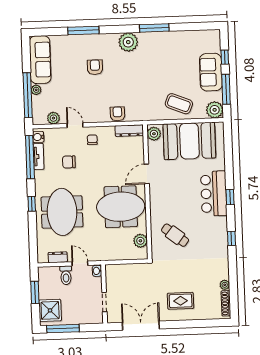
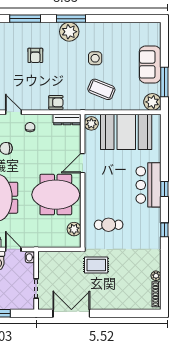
window: (154, 28) -> (71, 19), moved
window: (225, 57) -> (164, 50), removed
armchair: (95, 67) -> (35, 55), turned 180
side table: (155, 68) -> (95, 58), added
coffee table: (179, 104) -> (101, 89), moved
armchair: (117, 114) -> (56, 102), turned 90
cafe table: (175, 235) -> (109, 225), turned -38
rug: (181, 301) -> (96, 265), moved

